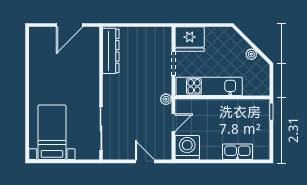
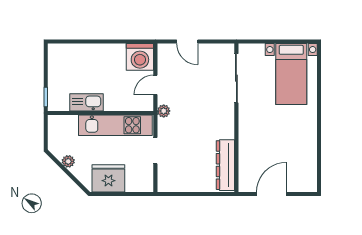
fridge: (190, 39) -> (108, 178), moved
kitchen sink: (237, 152) -> (87, 102), moved, turned 180

